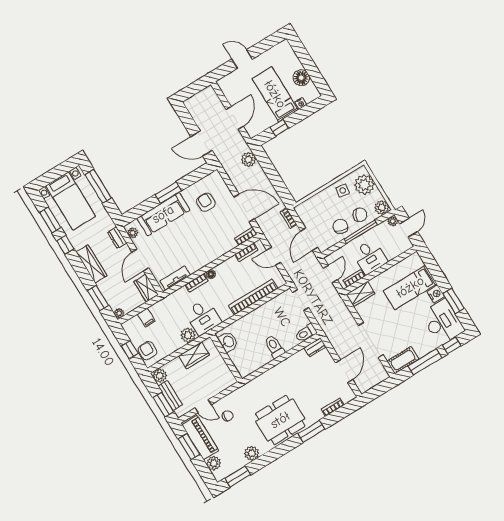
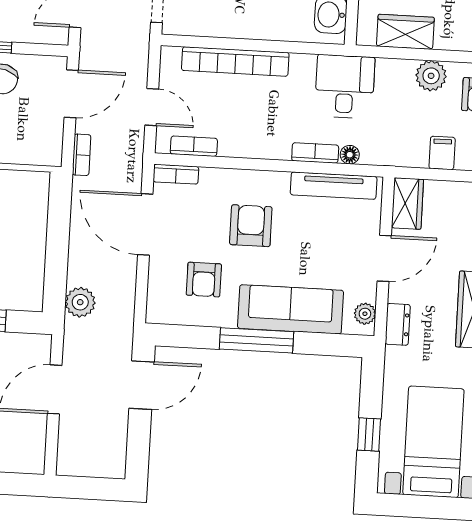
door: (202, 143) -> (142, 385), hinge flipped
window: (98, 186) -> (369, 435), width x0.46
window: (168, 193) -> (257, 340), width x1.44
armchair: (202, 236) -> (251, 226), added
floor lamp: (211, 274) -> (350, 155), moved
tv unit: (175, 278) -> (334, 186), width x1.41
plant: (188, 335) -> (431, 76), moved

